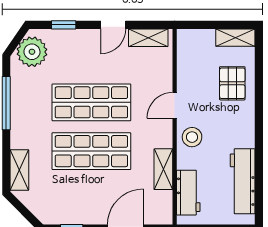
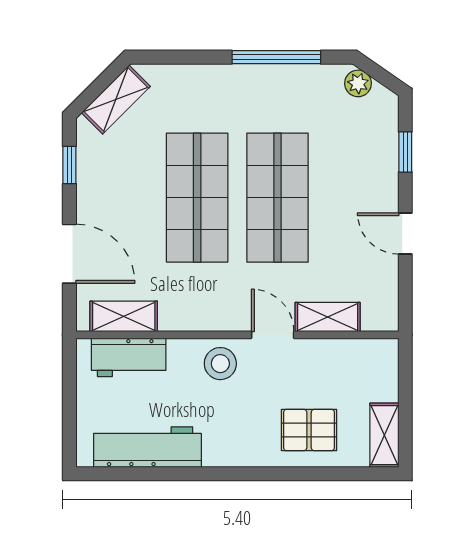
shelving: (148, 38) -> (328, 317), moved, turned 90
plant: (32, 52) -> (358, 83), width x0.53, depth x0.53
shelving: (163, 169) -> (124, 316), moved
shelving: (19, 170) -> (116, 100), moved, turned -45

